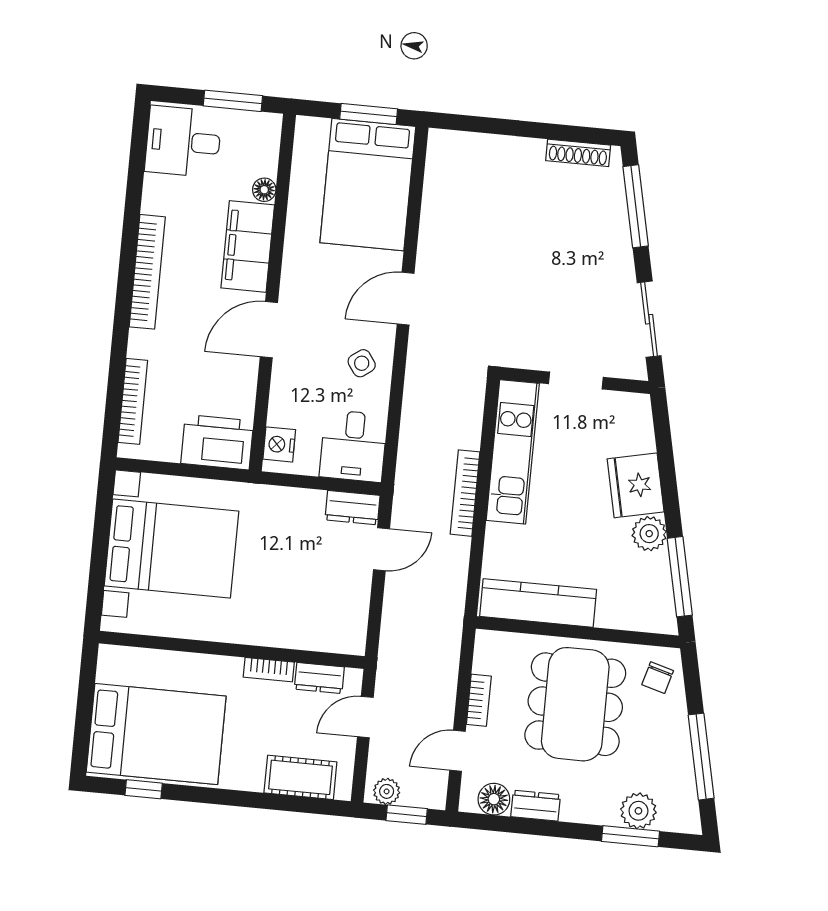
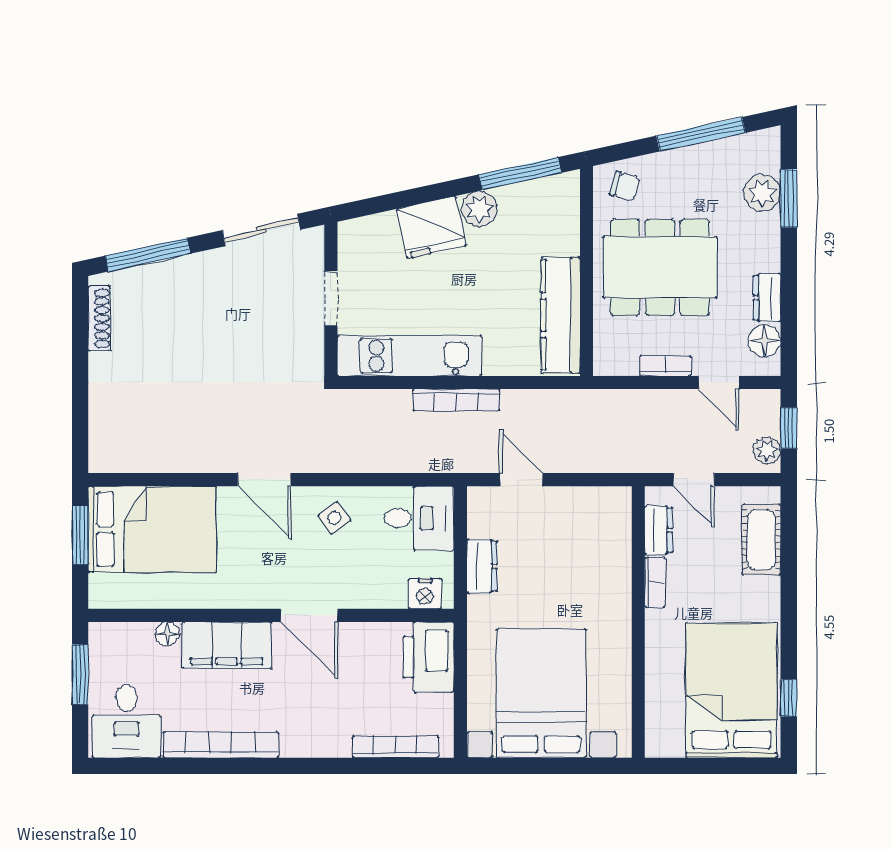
bookcase: (147, 272) -> (221, 745), moved
dresser: (353, 508) -> (482, 566), moved

